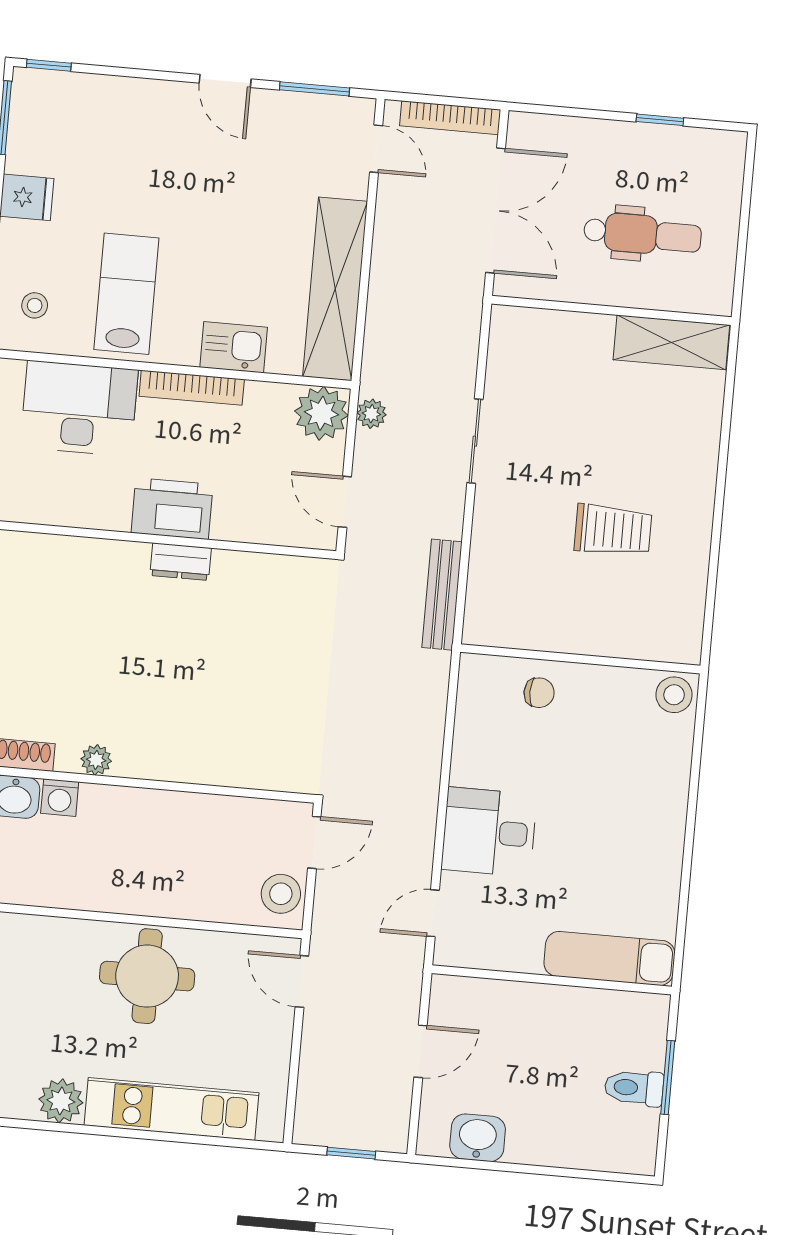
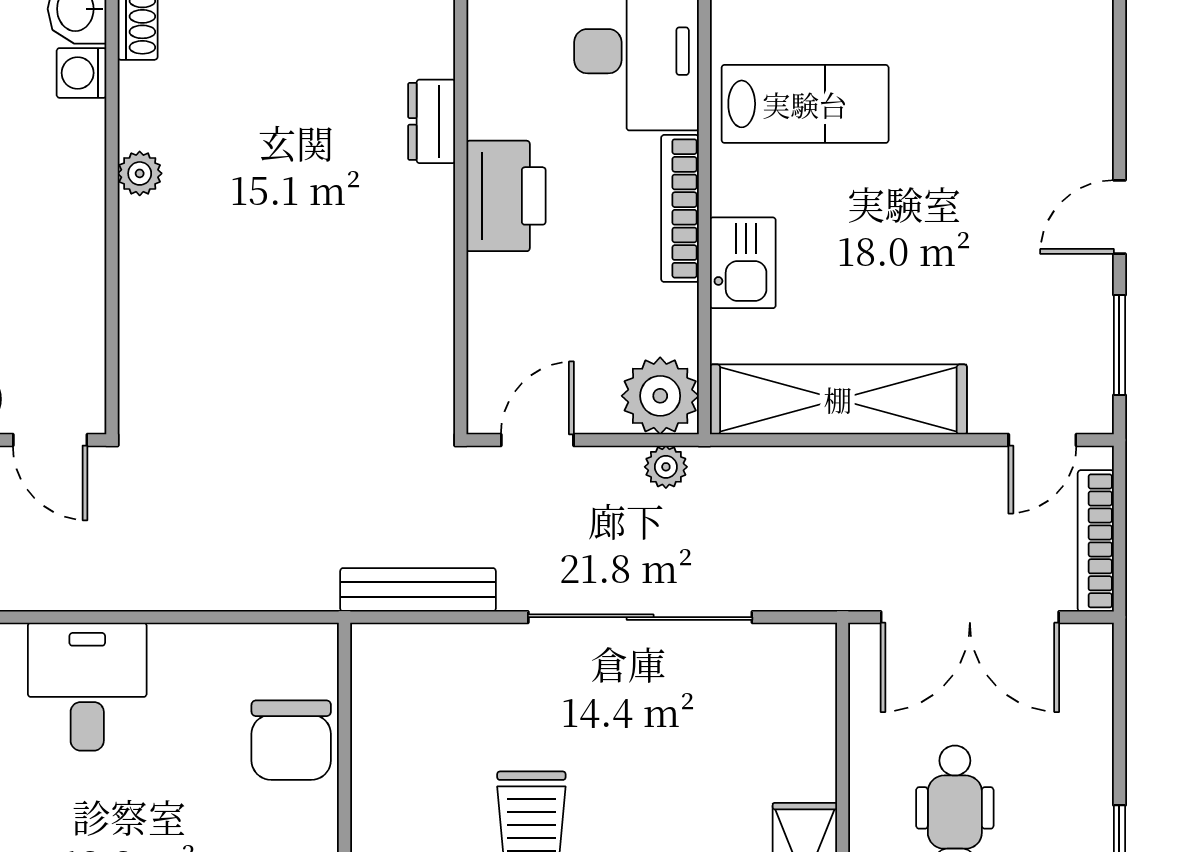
sliding door: (475, 441) -> (640, 617), width x1.86
dresser: (181, 562) -> (432, 121), moved
chair: (539, 693) -> (291, 740), width x1.87, depth x1.87
plant: (96, 760) -> (140, 173), moved

